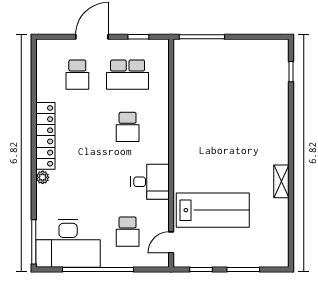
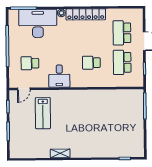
school desk: (77, 75) -> (122, 33), width x1.85
lab bench: (213, 210) -> (43, 113), width x0.73, depth x0.72
door: (171, 242) -> (24, 89), swing flipped
desk: (68, 243) -> (38, 23), moved, turned 90

